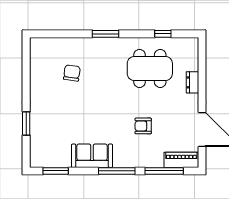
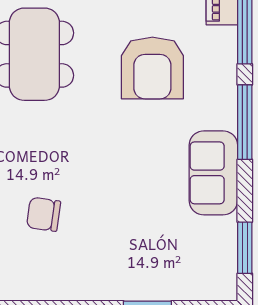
armchair: (143, 126) -> (152, 68), width x1.88, depth x1.88

